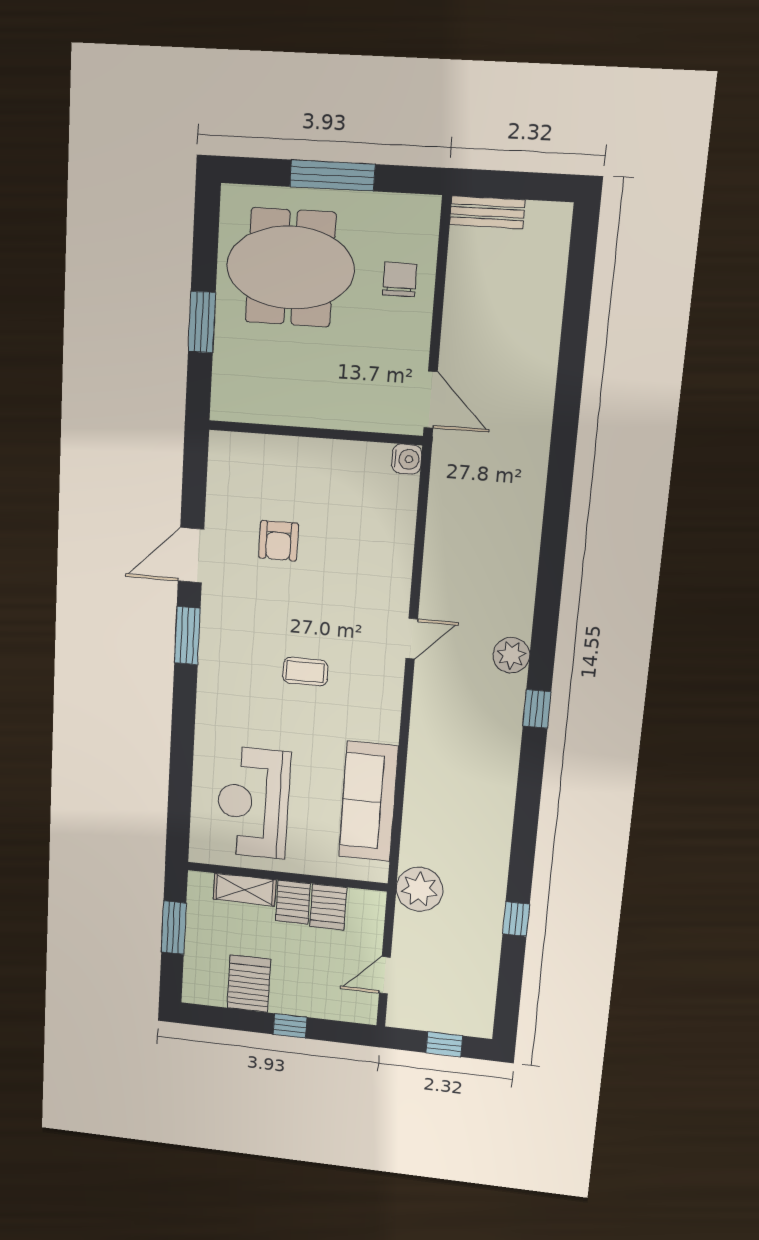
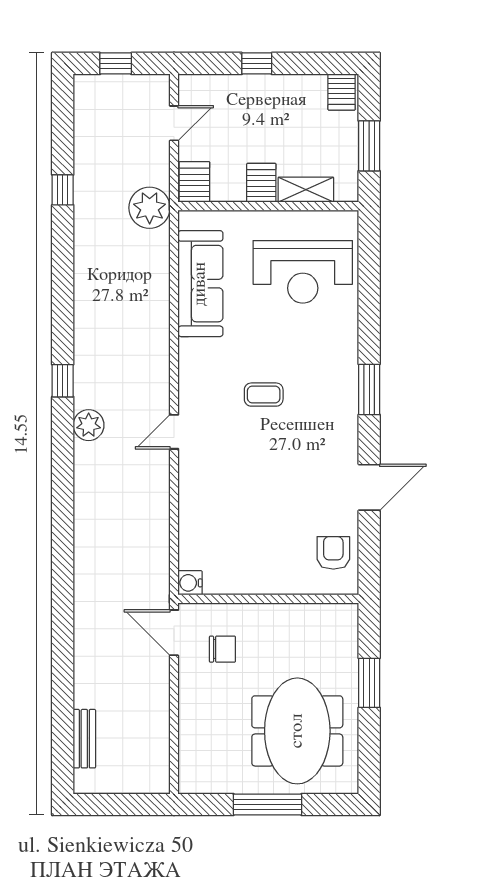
bench: (487, 212) -> (84, 739), moved, turned 90
meeting table: (290, 268) -> (297, 731), turned 90
chair: (400, 280) -> (222, 649), moved, turned -90
armchair: (279, 541) -> (333, 553), moved
window: (187, 636) -> (369, 389), moved
reception desk: (253, 803) -> (303, 272), turned 90
server rack: (328, 907) -> (194, 182), moved
server rack: (249, 984) -> (342, 92), moved, width x0.73, depth x0.70

